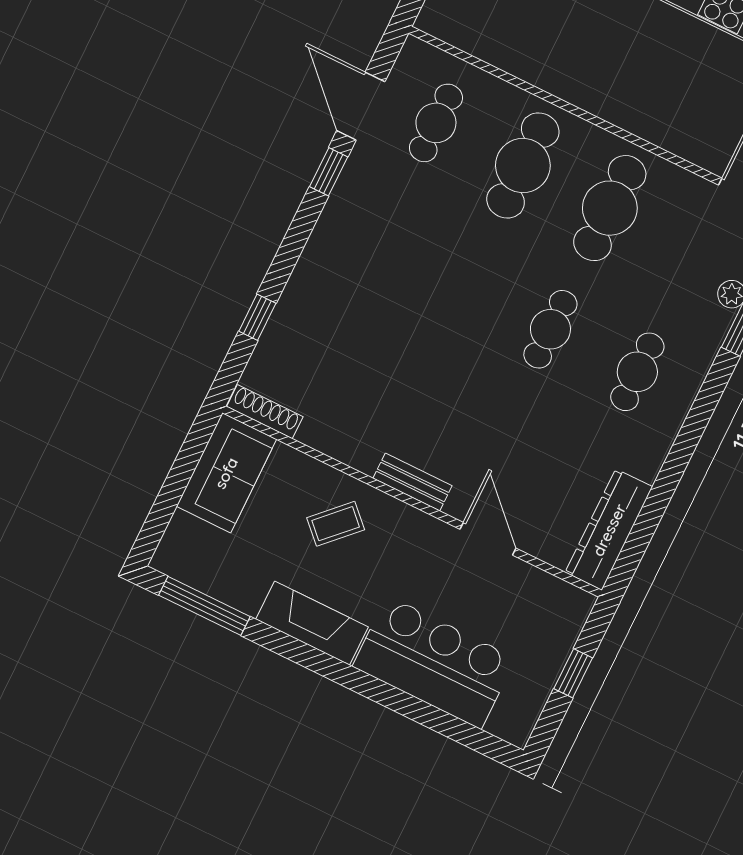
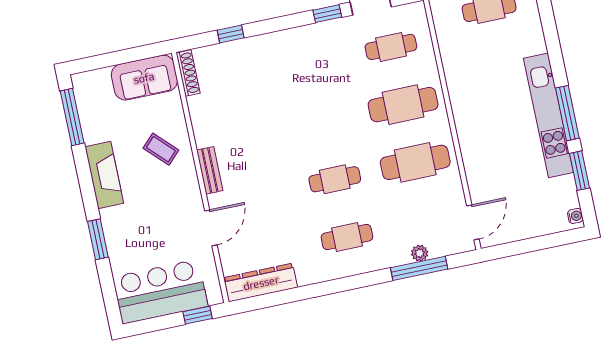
bar counter: (434, 662) -> (160, 292), moved, turned -90
window: (573, 673) -> (198, 315), moved
window: (389, 696) -> (98, 239), added

